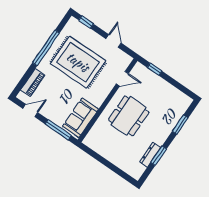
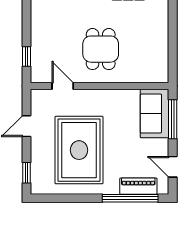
window: (46, 48) -> (130, 198), moved
dining table: (129, 116) -> (101, 49), width x0.73
sofa: (80, 118) -> (155, 113), moved, turned 90

